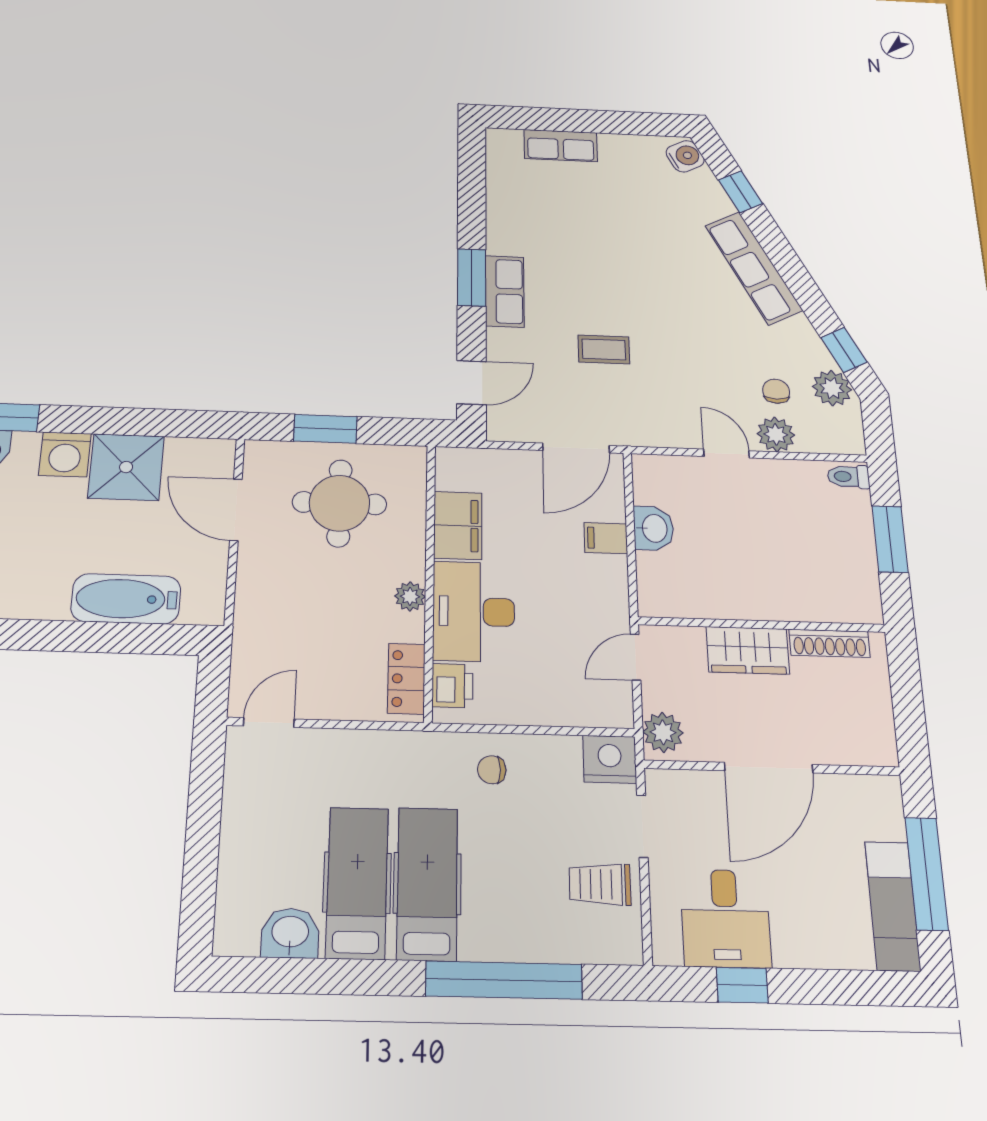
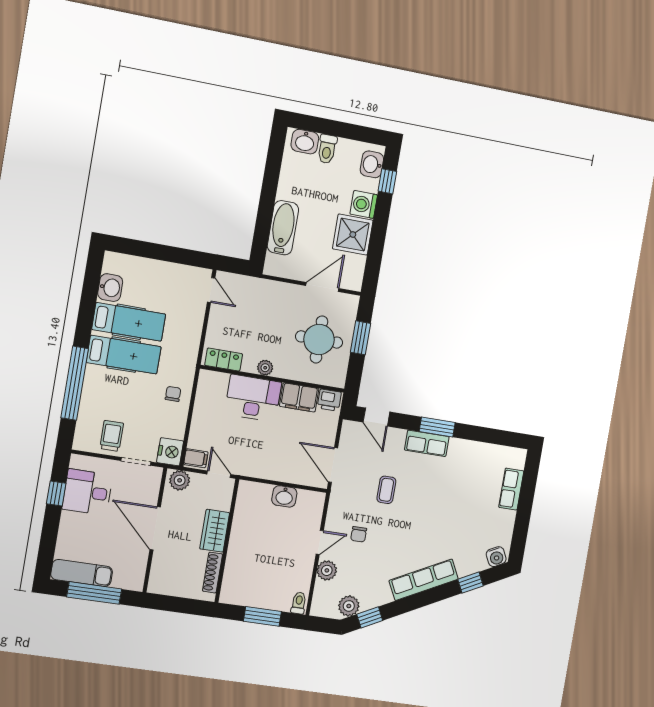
chair: (776, 391) -> (359, 534), moved, turned 90
filing cabinet: (606, 538) -> (196, 458), moved, turned 90
printer: (452, 686) -> (329, 400), moved

